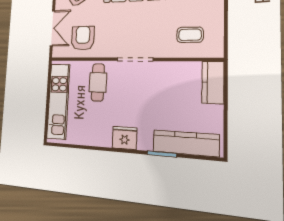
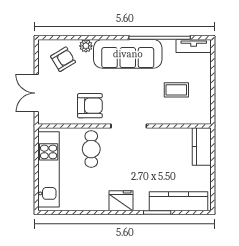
double door: (52, 28) -> (36, 93), swing flipped
coffee table: (190, 35) -> (176, 90), moved
armchair: (83, 38) -> (90, 106), moved, turned 90

